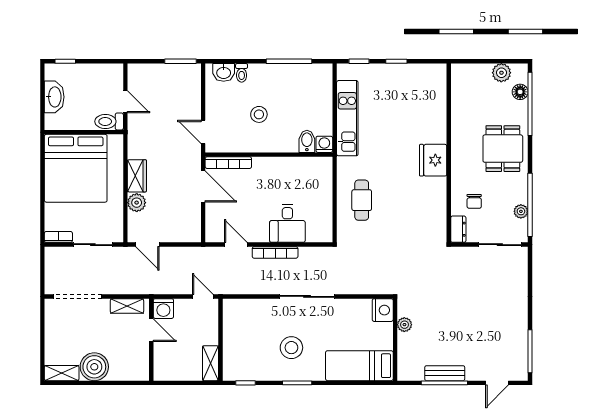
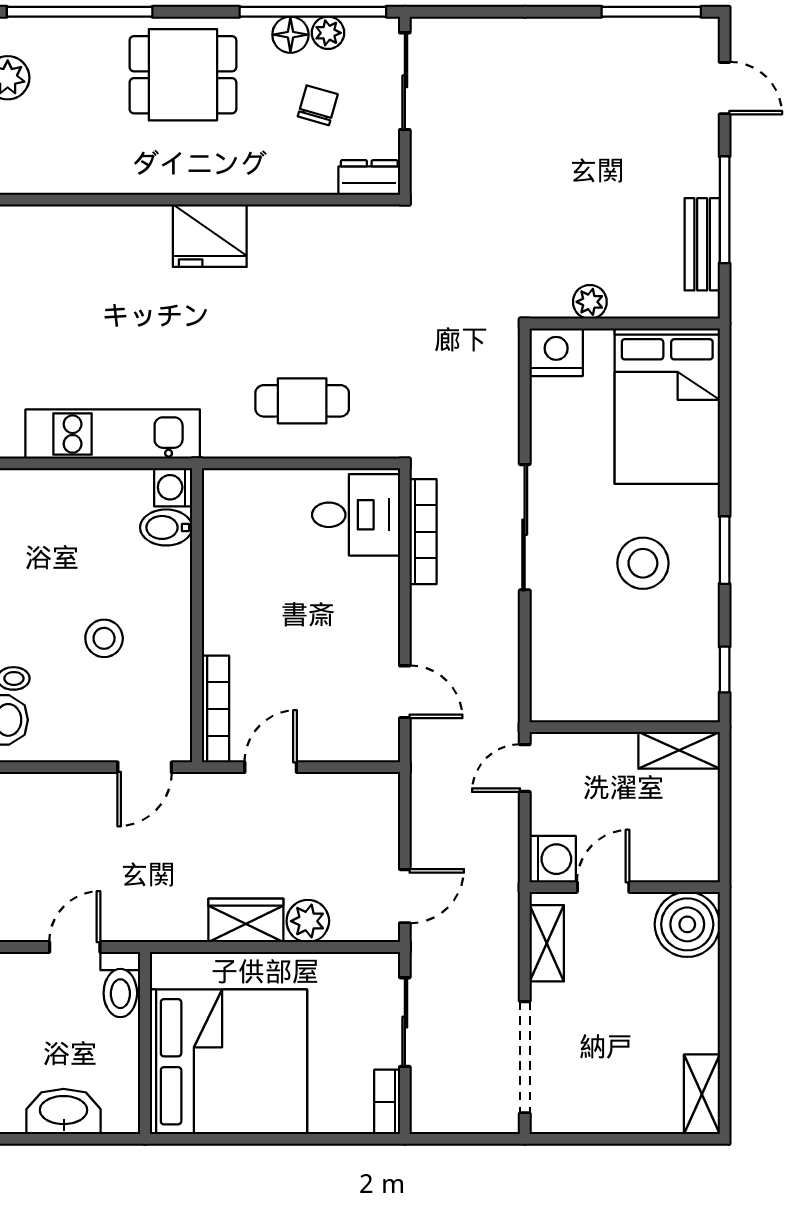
floor lamp: (520, 92) -> (290, 35), moved
door: (203, 187) -> (271, 767), width x0.73
chair: (474, 201) -> (318, 105), moved, turned -74
desk: (287, 223) -> (356, 515), moved
door: (236, 245) -> (405, 692), swing flipped
bookcase: (275, 252) -> (423, 532), moved
bed: (359, 366) -> (667, 406), width x1.50
boiler: (94, 367) -> (687, 924), moved
bench: (445, 373) -> (702, 244), moved

